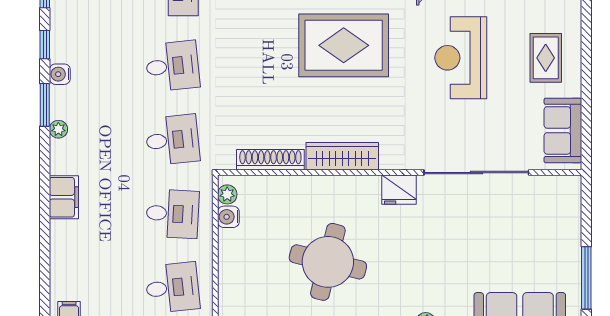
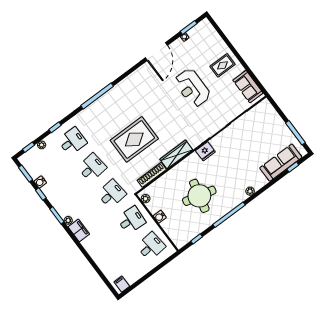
rug: (344, 45) -> (134, 139), moved
rug: (546, 58) -> (222, 65), turned 90
water cooler: (60, 74) -> (40, 182), moved
filing cabinet: (64, 197) -> (79, 230), moved
water cooler: (228, 217) -> (160, 217), moved

